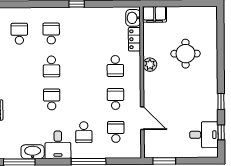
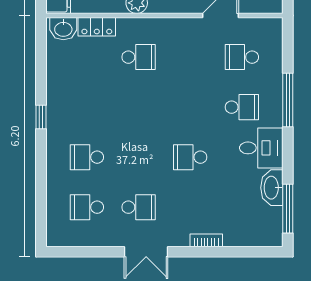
school desk: (51, 66) -> (139, 207), moved
school desk: (116, 99) -> (190, 57), removed

